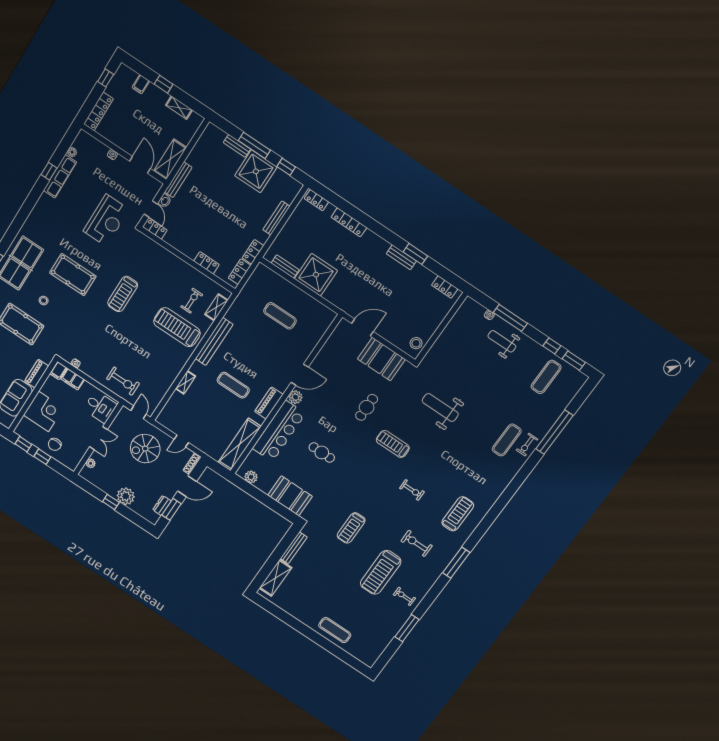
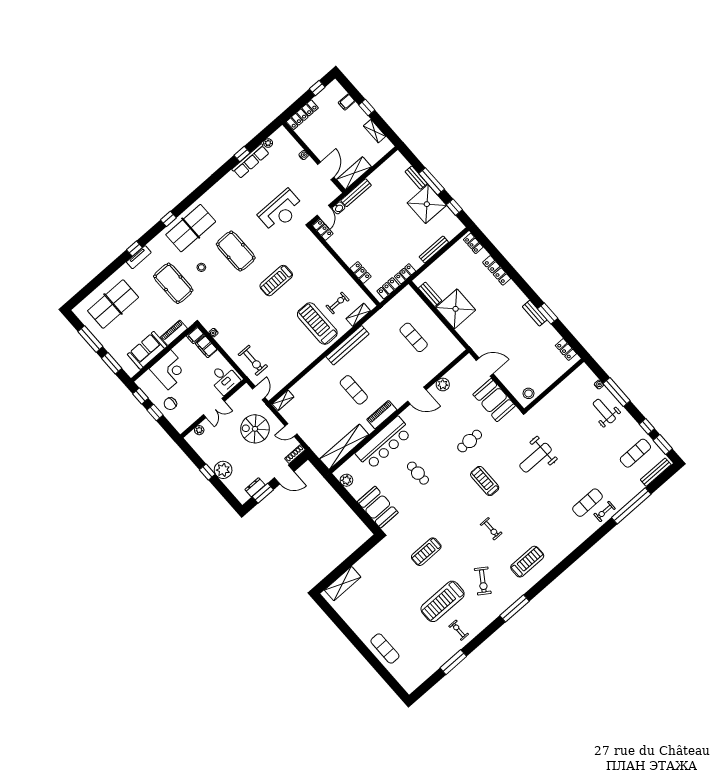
shelving: (185, 382) -> (283, 400), moved
plant: (295, 397) -> (443, 384), moved
weight bench: (440, 407) -> (536, 458), turned -90
exercise bike: (417, 543) -> (483, 581), turned -146
bench: (294, 548) -> (656, 472), moved

